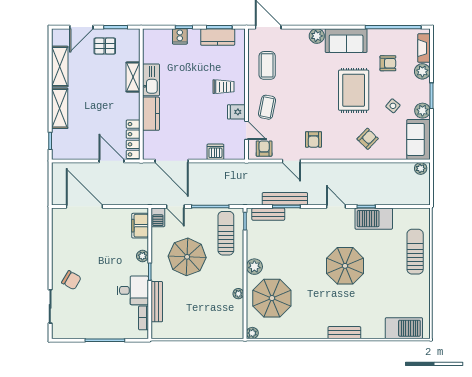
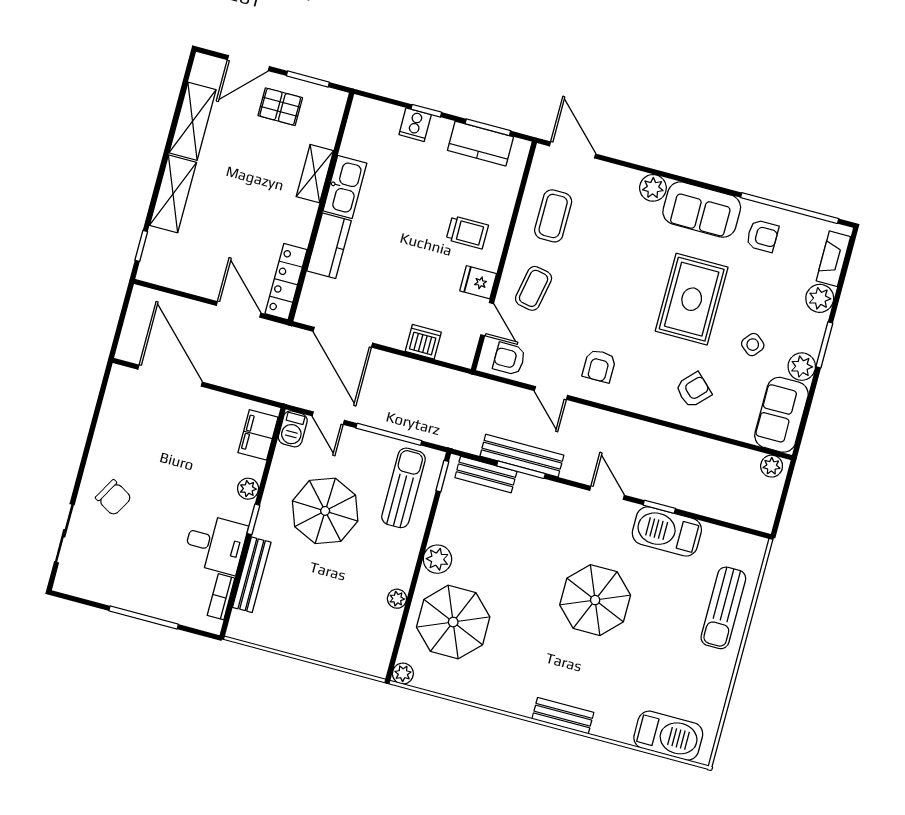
armchair: (388, 63) -> (762, 236), moved
armchair: (264, 149) -> (509, 359), turned -90
sun lounger: (415, 252) -> (723, 608), turned 180

